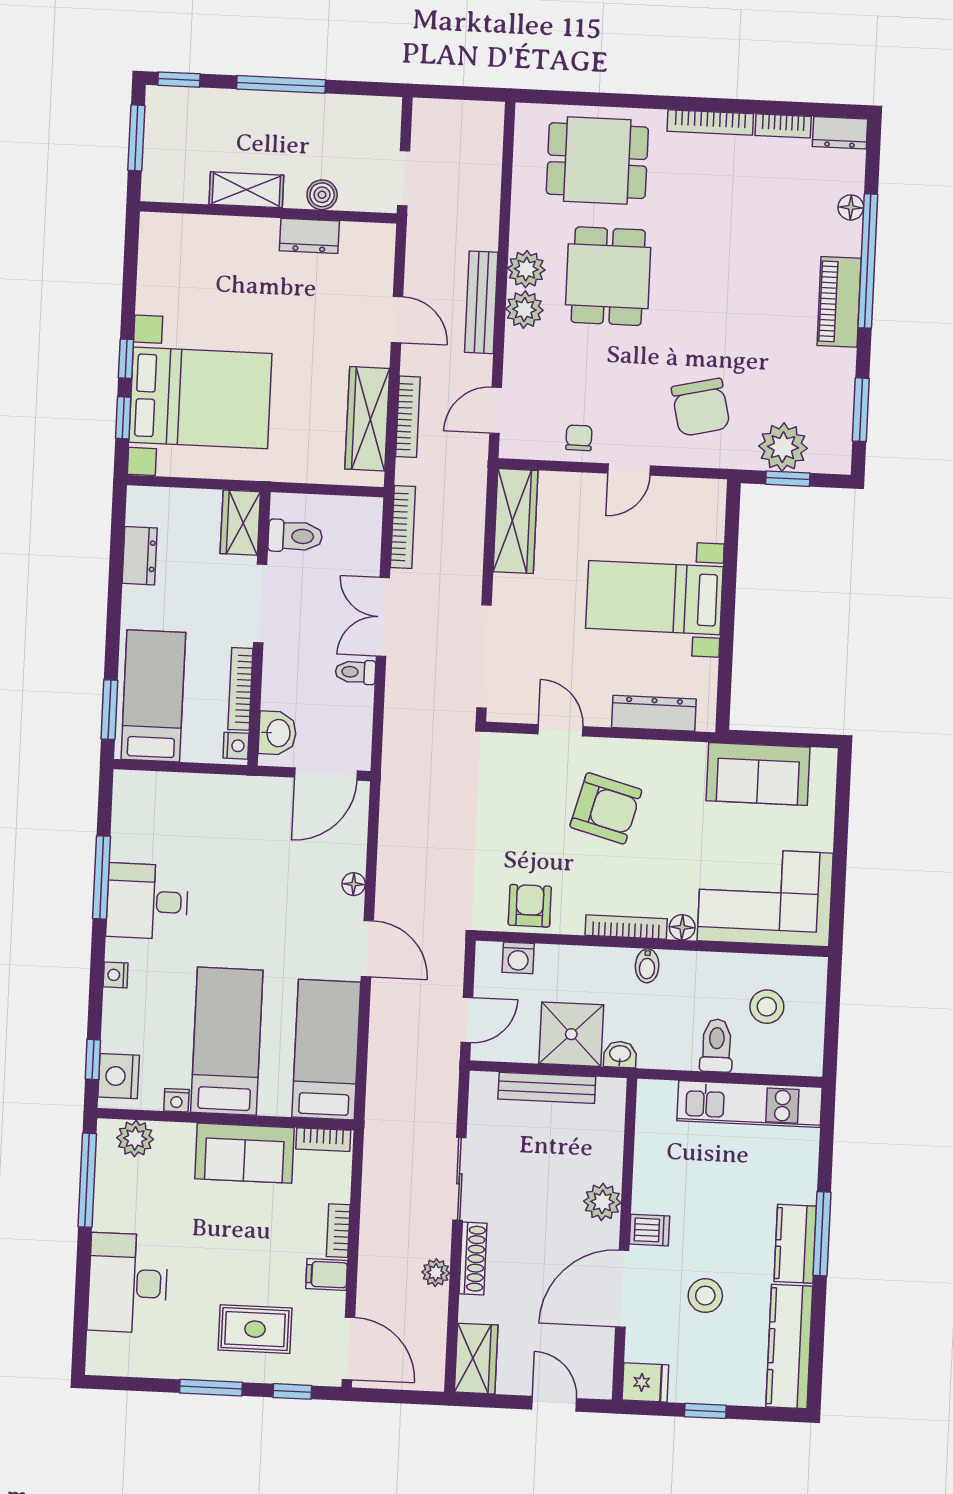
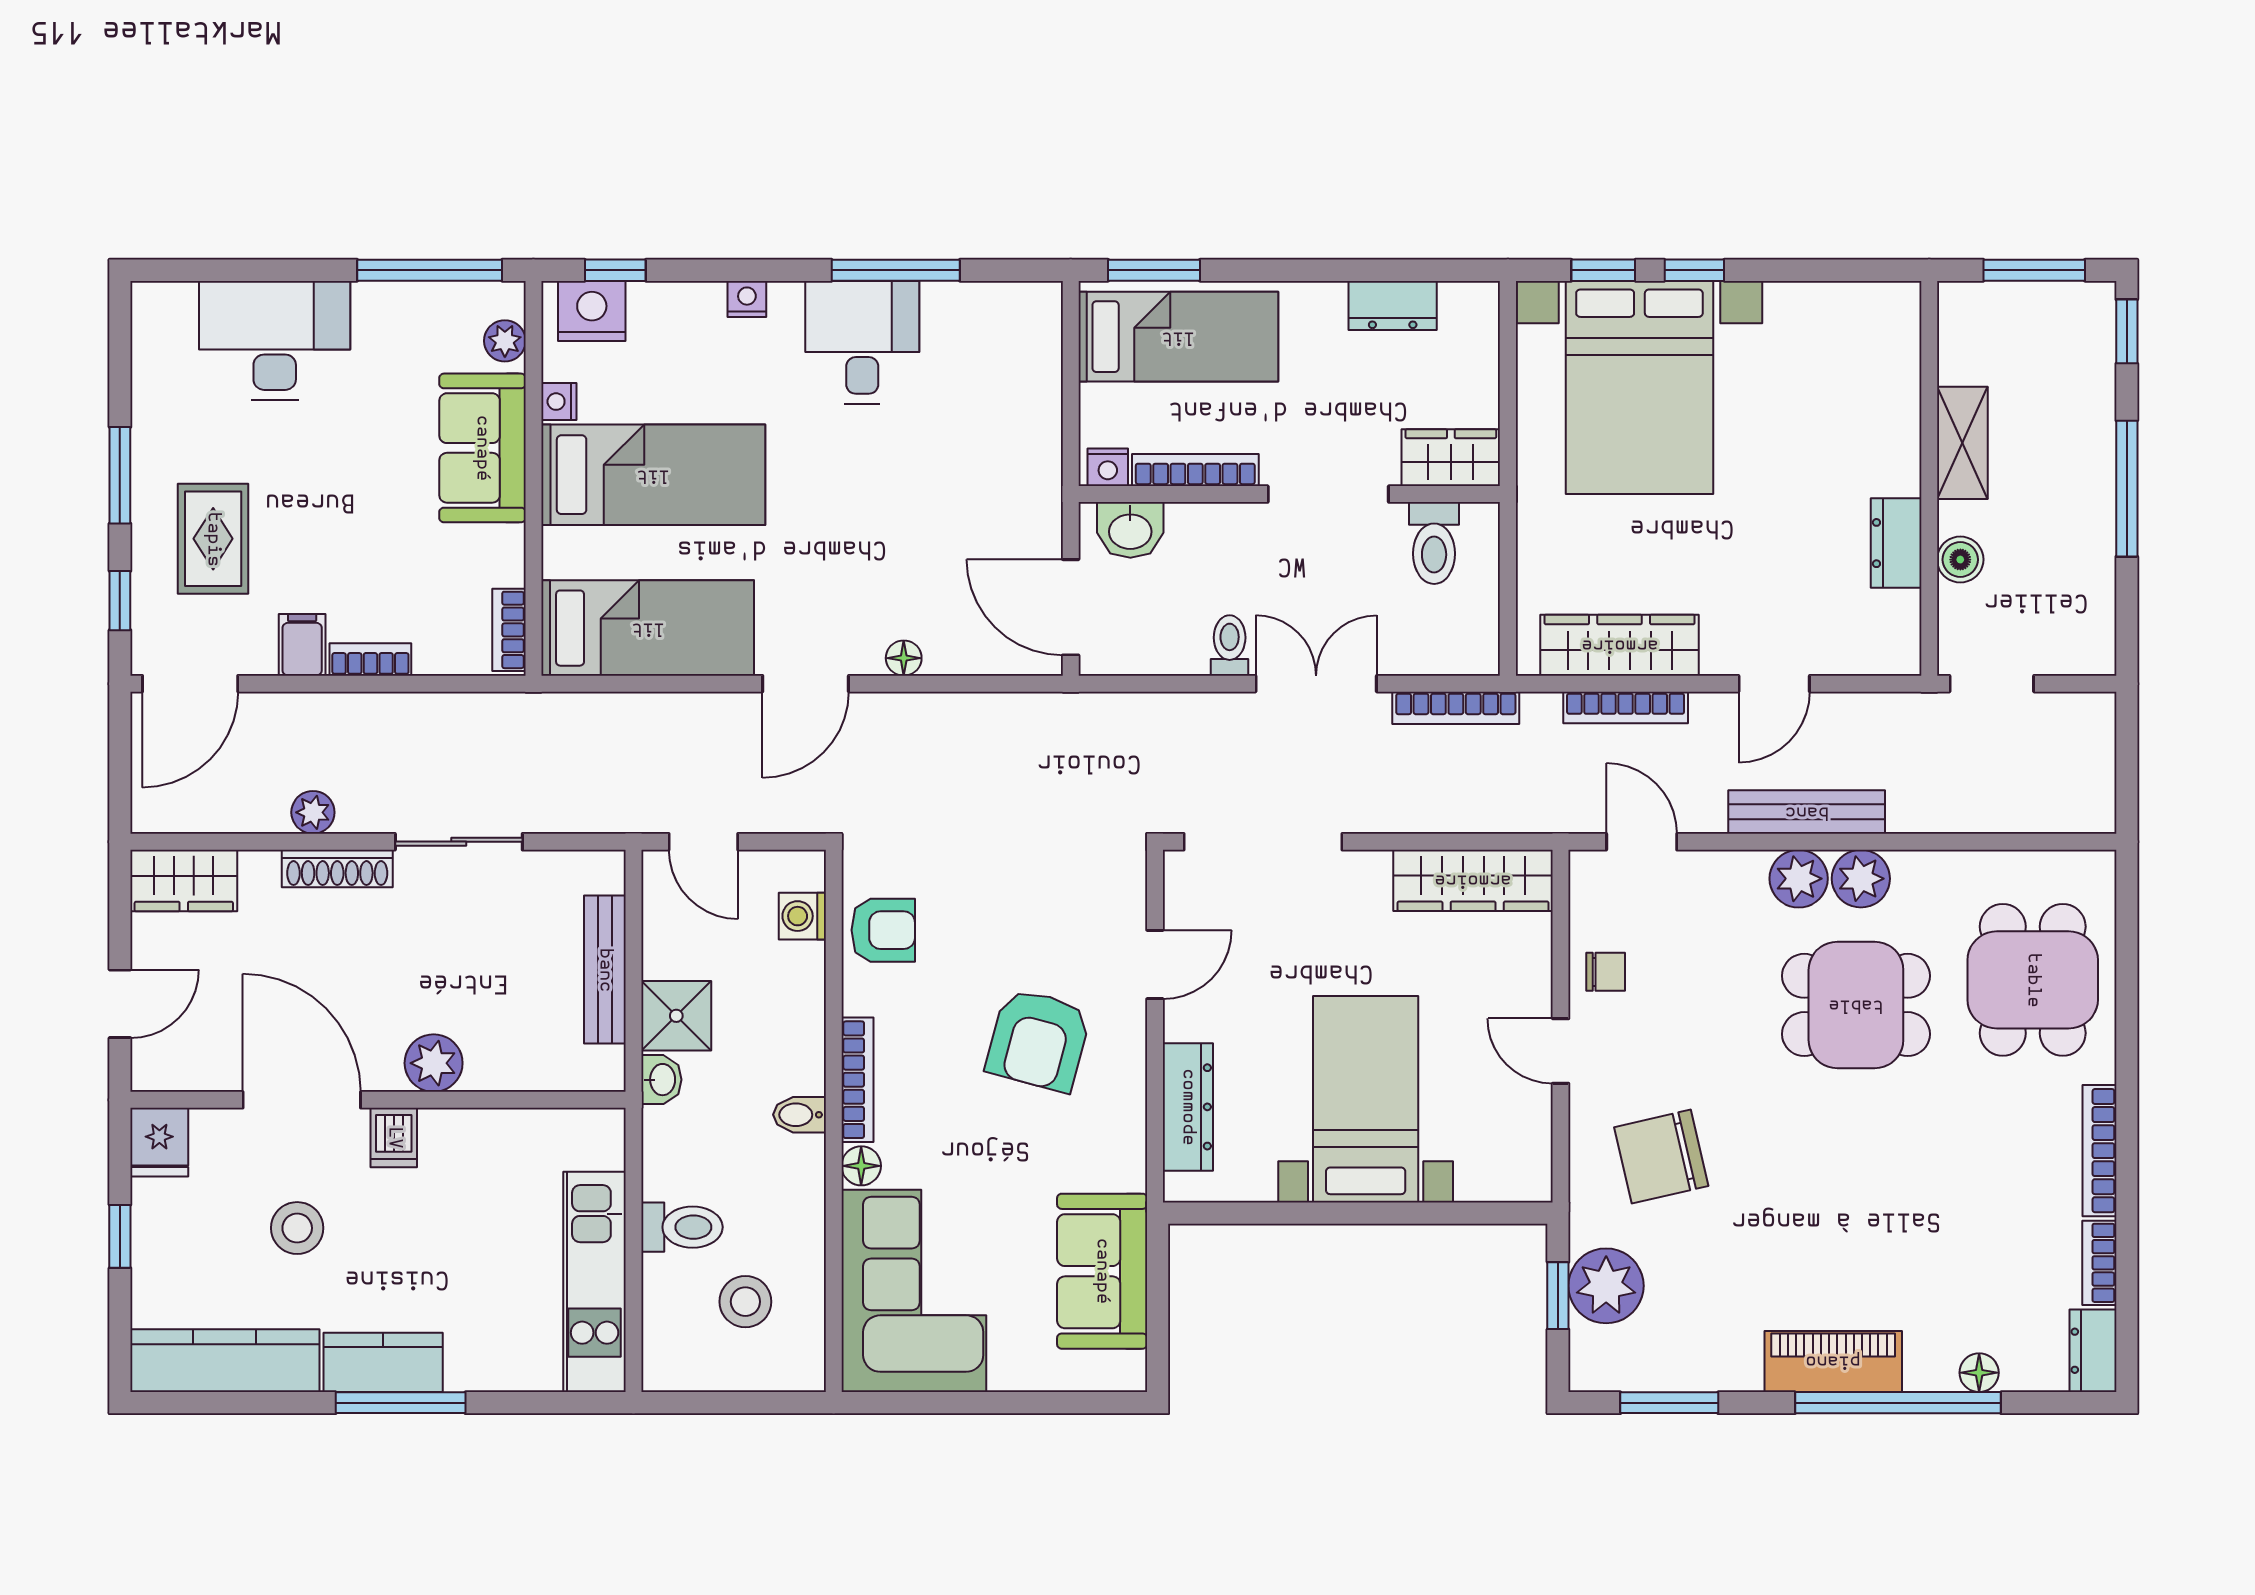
shower: (571, 1034) -> (676, 1016), width x0.73, depth x0.73
plant: (135, 1139) -> (505, 341), width x0.73, depth x0.73
sofa: (245, 1153) -> (482, 448), moved

